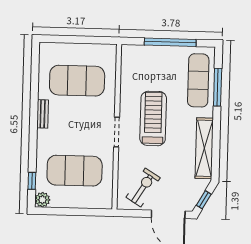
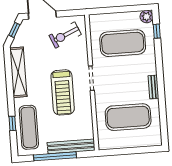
bench: (150, 52) -> (71, 146), added
window: (218, 87) -> (12, 123), width x0.46
exercise bike: (143, 188) -> (65, 35), turned 34

